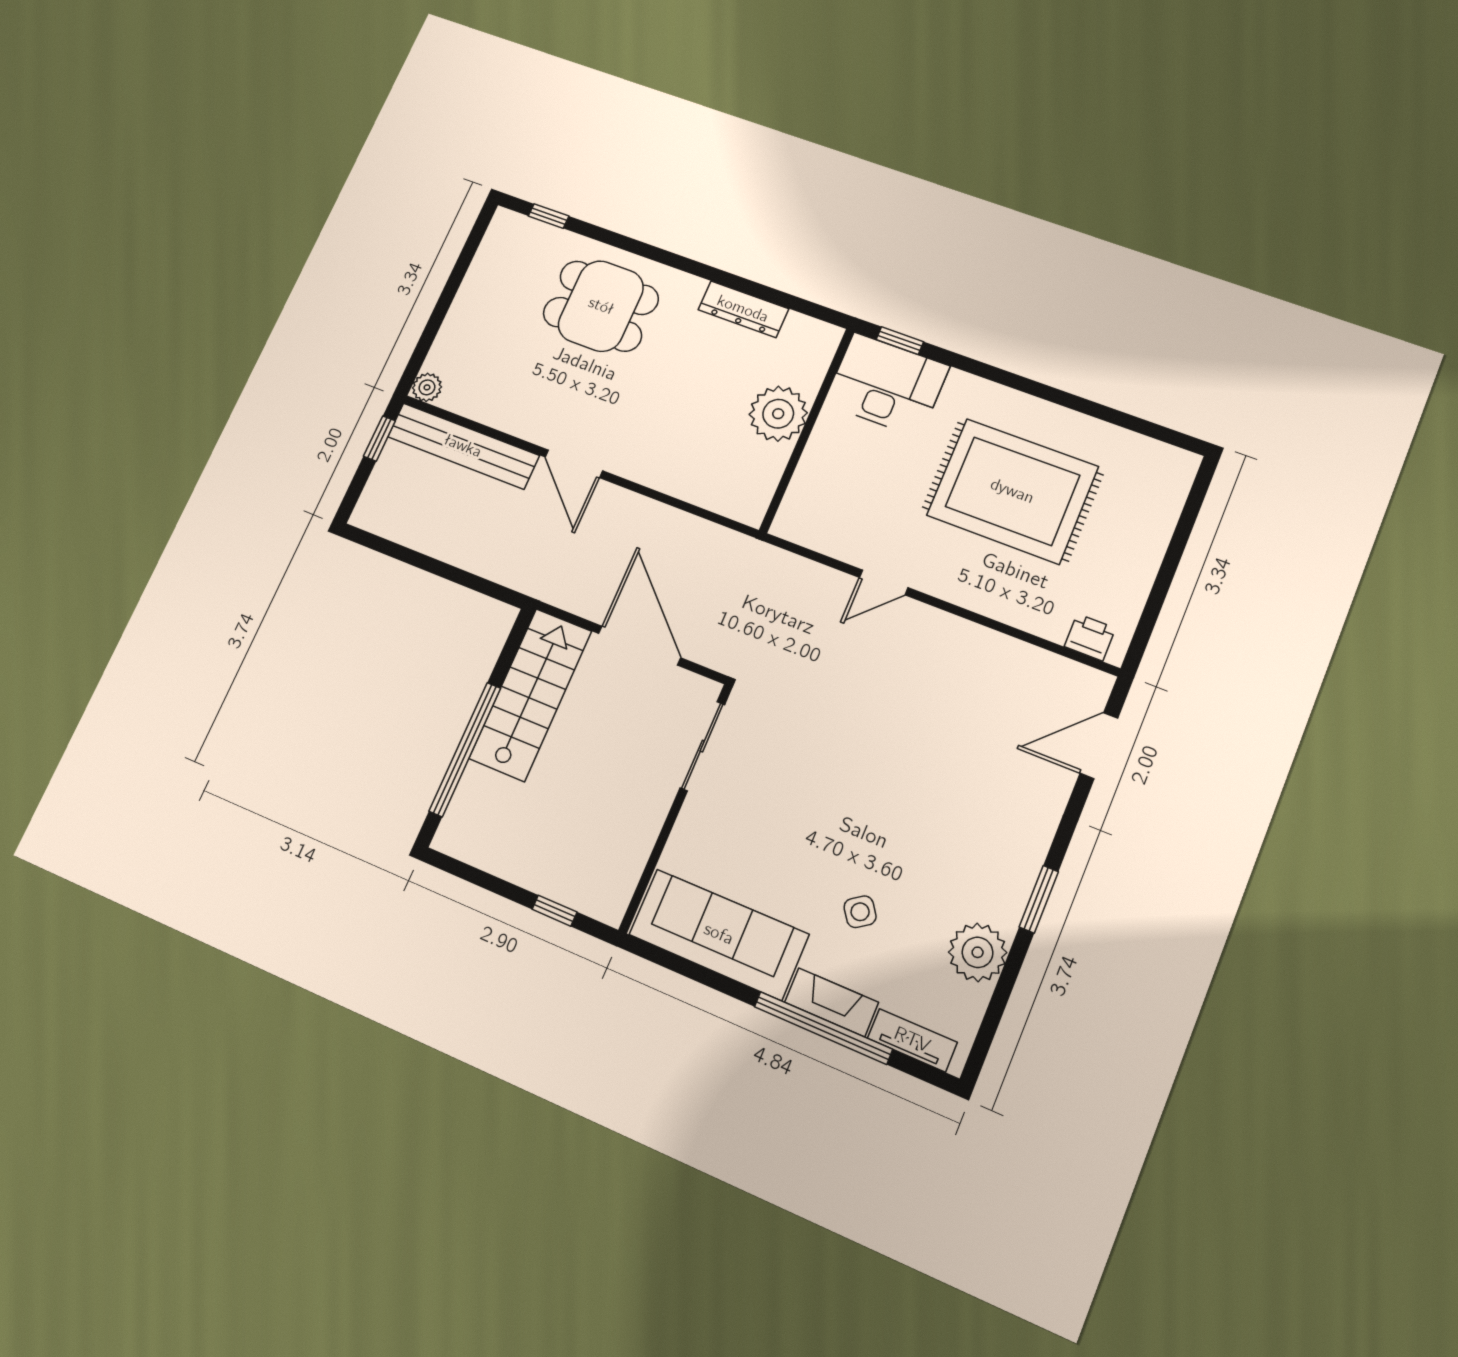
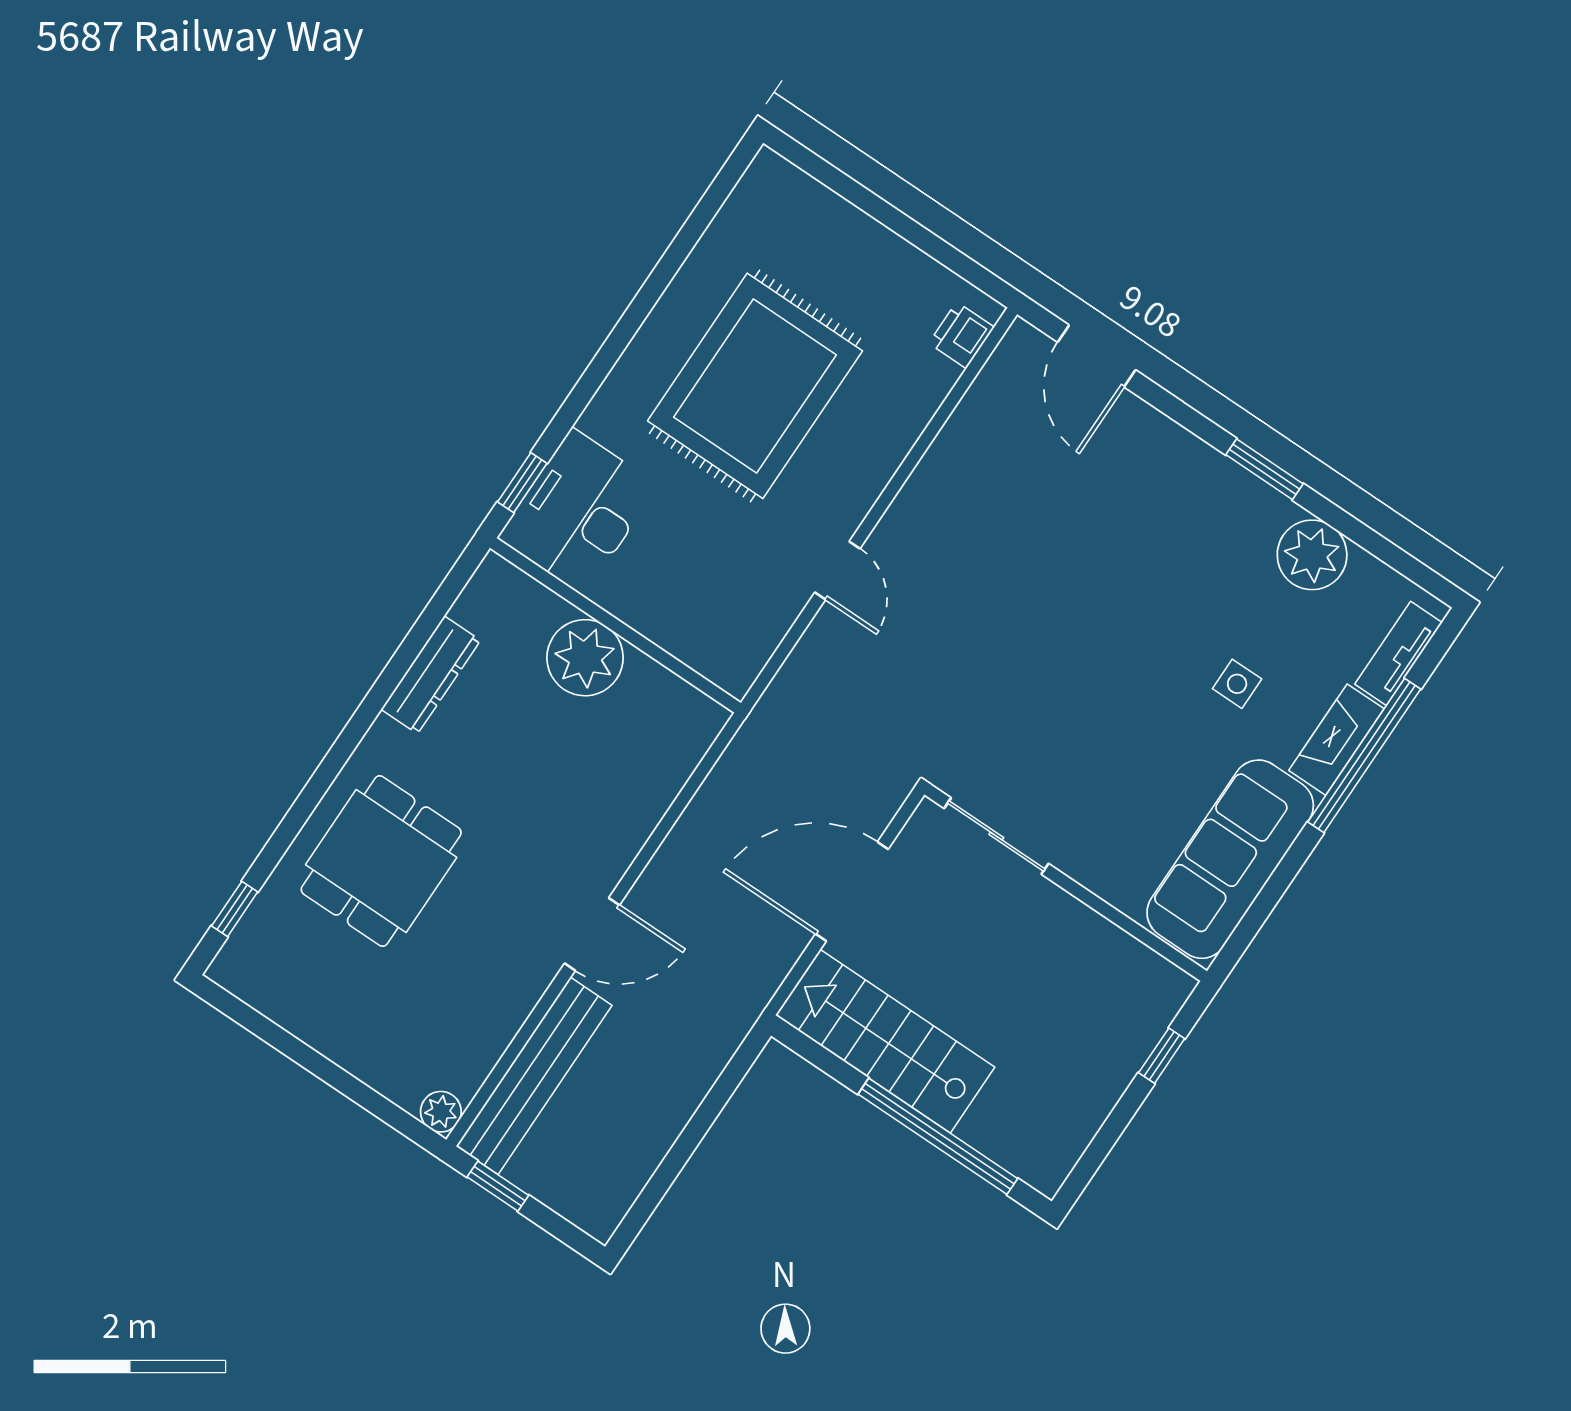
side table: (860, 912) -> (1237, 684), turned 35

